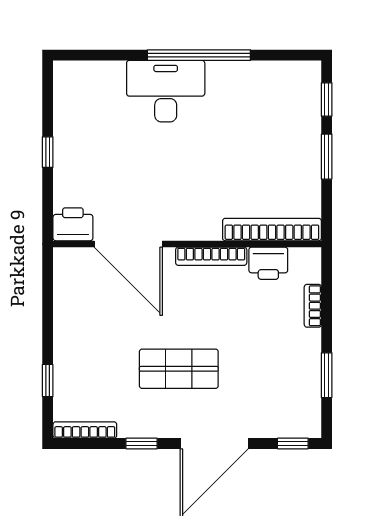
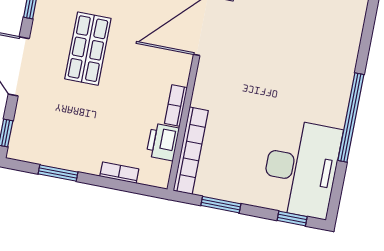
desk: (166, 91) -> (301, 169), moved, width x1.36, depth x1.30
window: (327, 157) -> (221, 205), moved
bookcase: (211, 256) -> (176, 106), width x0.64

